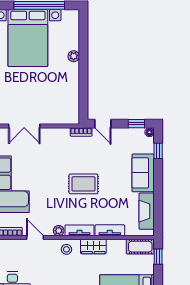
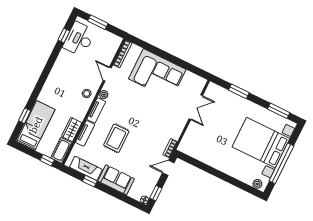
plant: (74, 56) -> (257, 184), moved
double door: (24, 126) -> (196, 107), swing flipped
window: (158, 151) -> (90, 181), moved
rug: (83, 184) -> (116, 138), moved
door: (35, 238) -> (107, 74), swing flipped
wardrobe: (93, 246) -> (72, 130), moved

